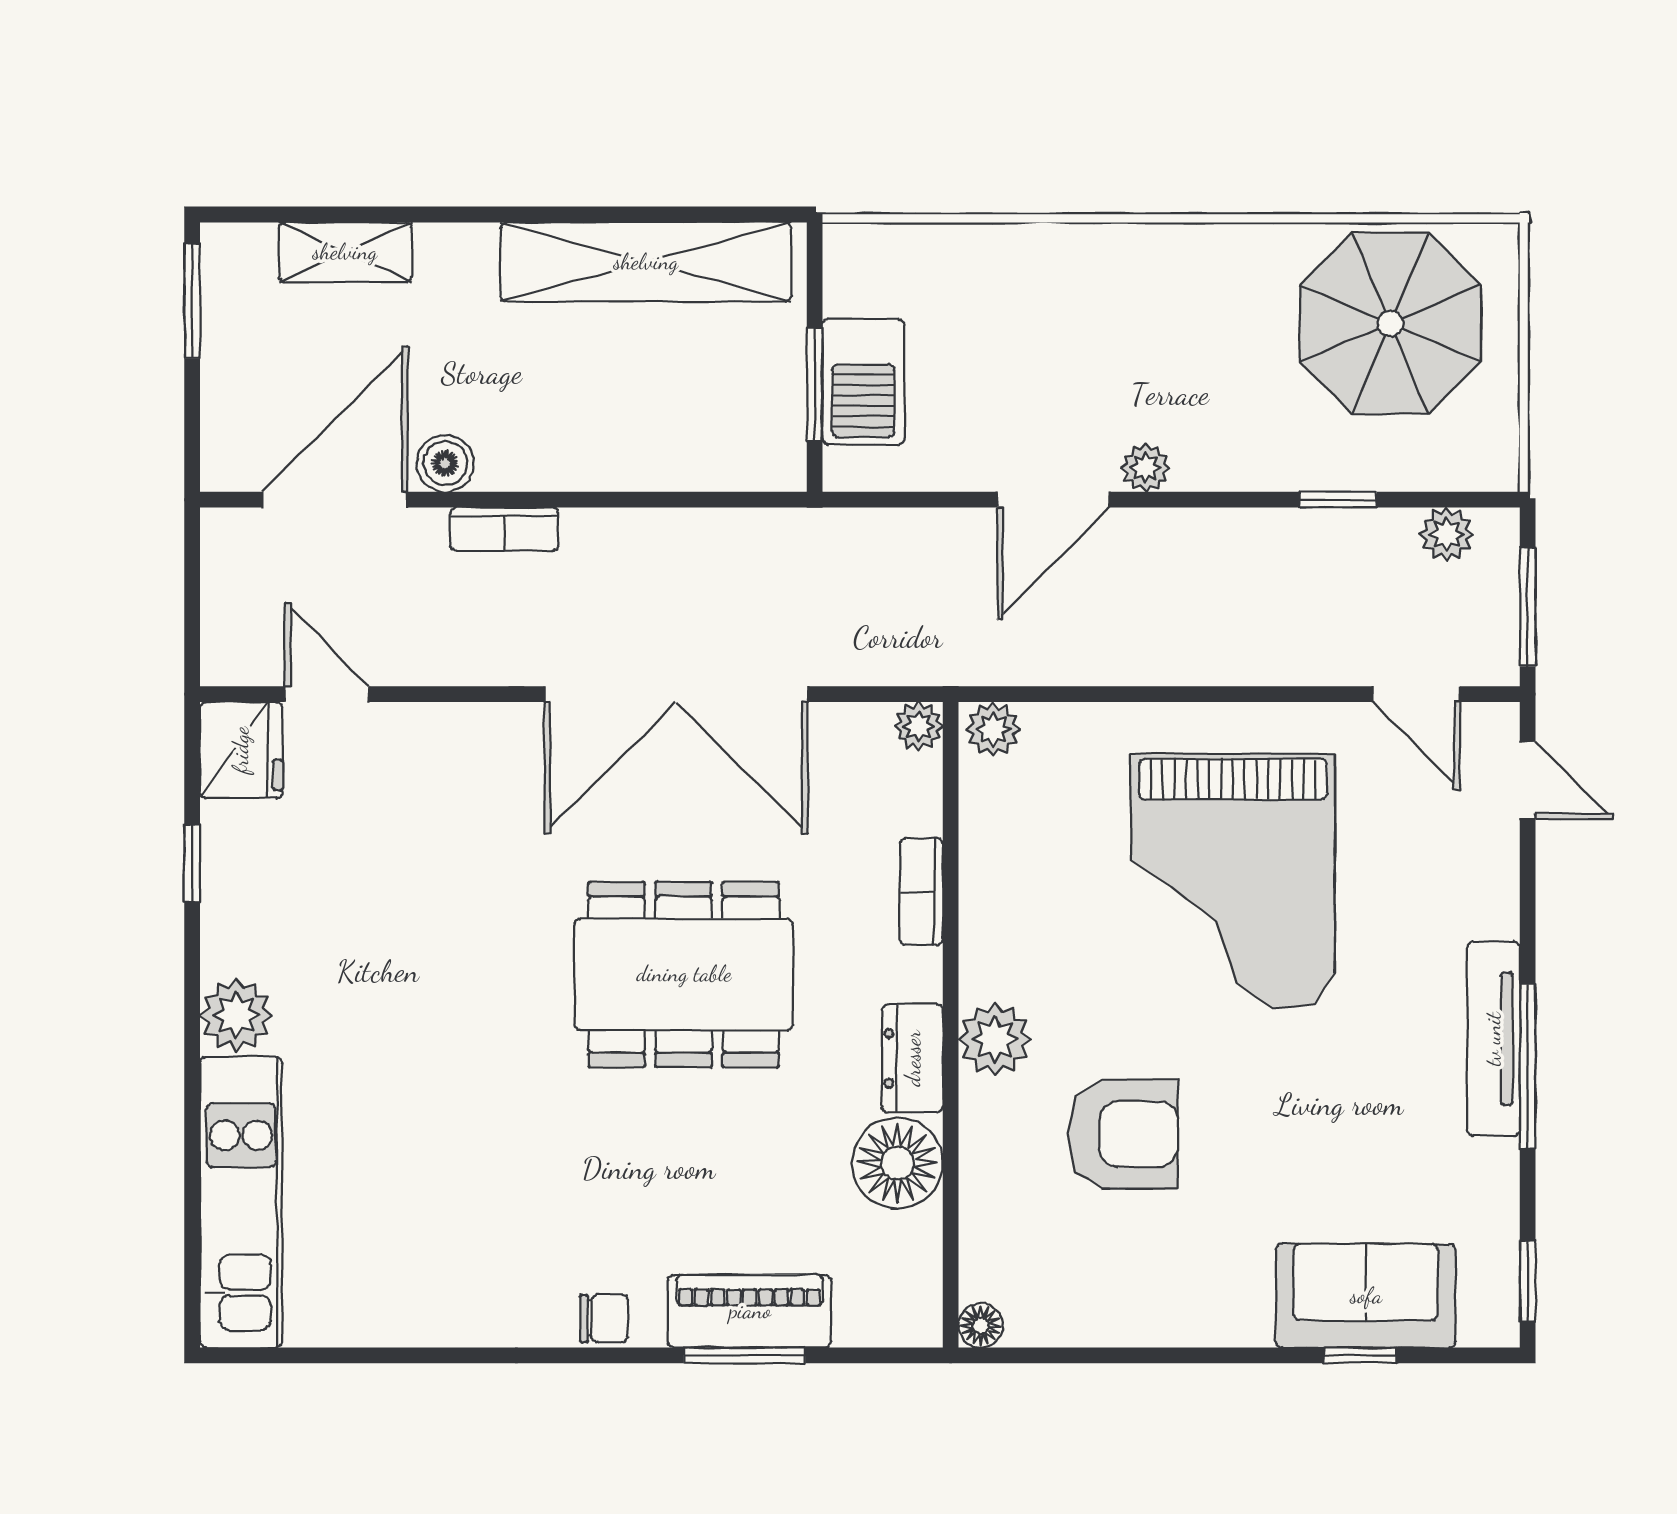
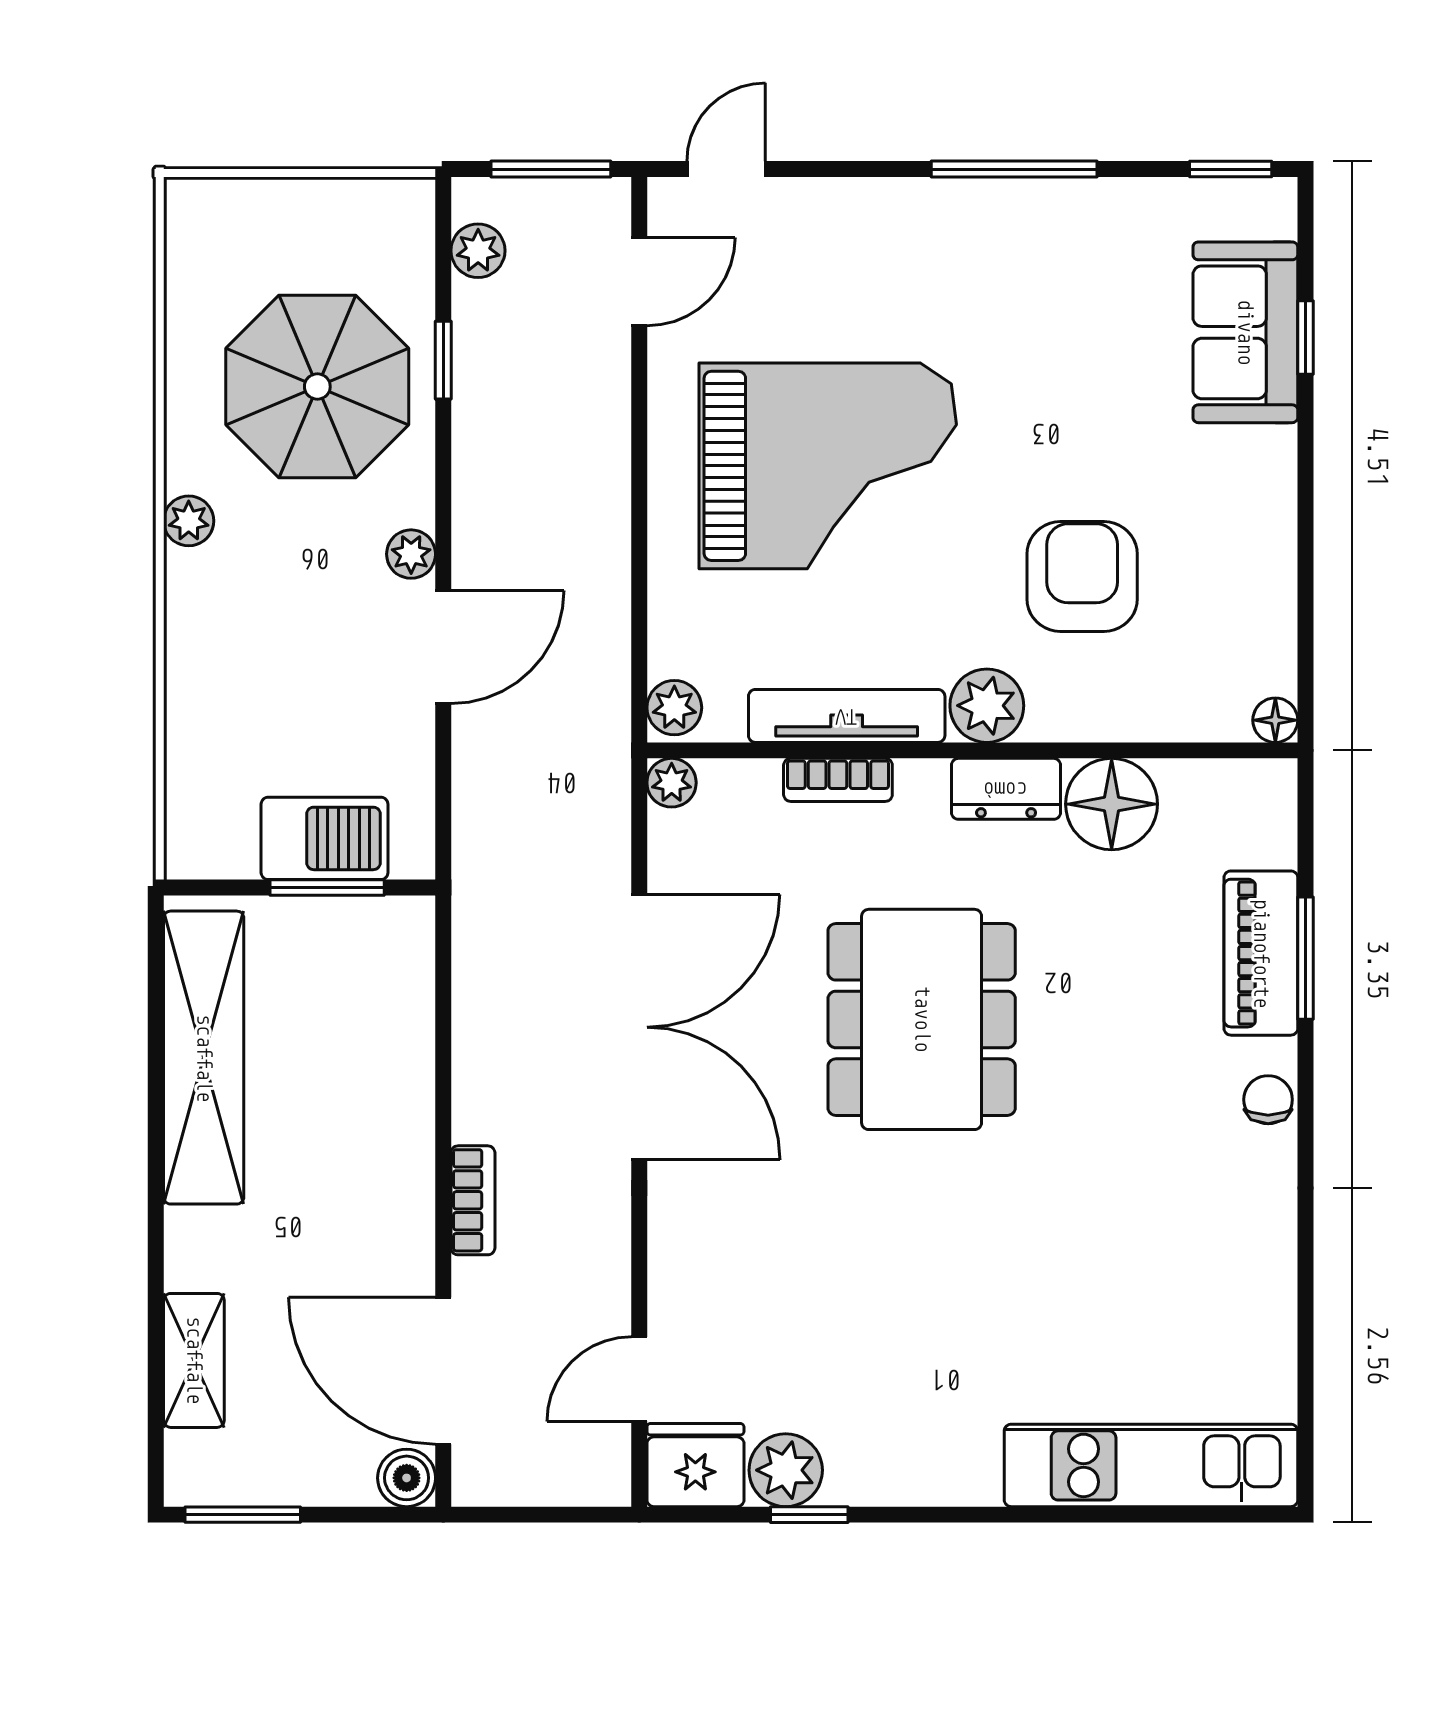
plant: (1178, 247) -> (189, 521), added
parasol: (1390, 323) -> (317, 387), moved
boiler: (445, 463) -> (407, 1478), moved
door: (1053, 500) -> (443, 647), hinge flipped
plant: (236, 1015) -> (786, 1470), moved
tv unit: (1493, 1039) -> (847, 716), moved, turned 180

